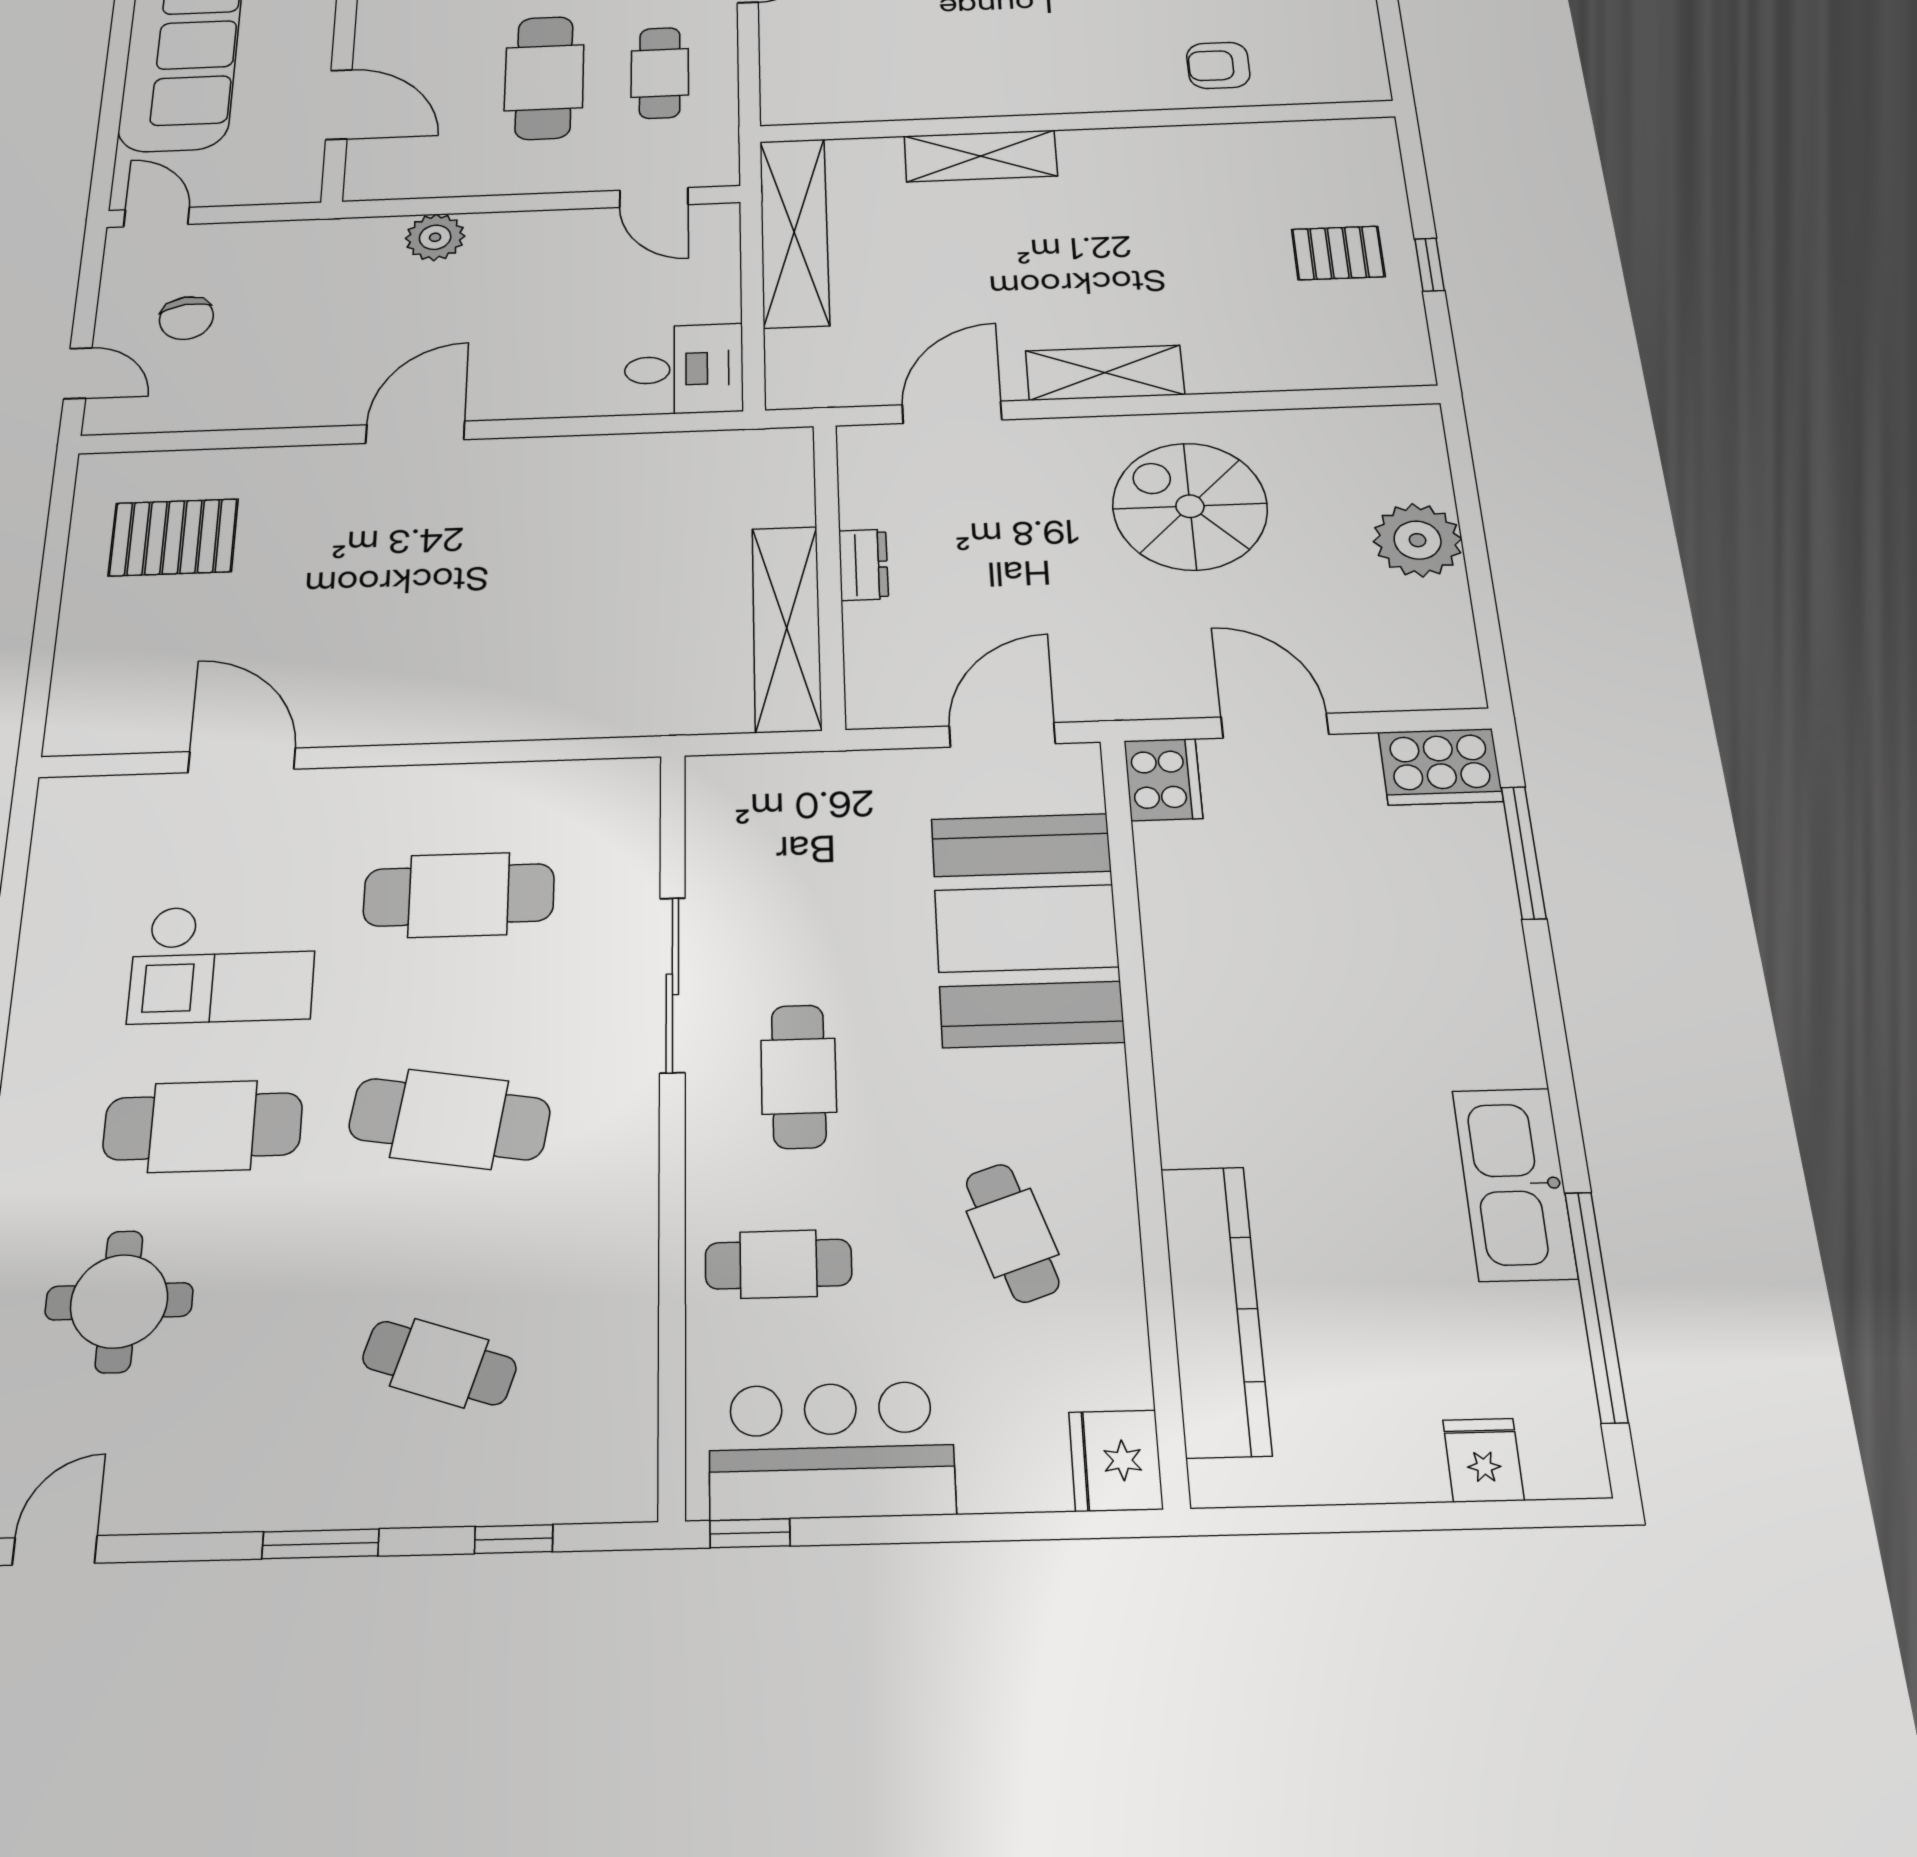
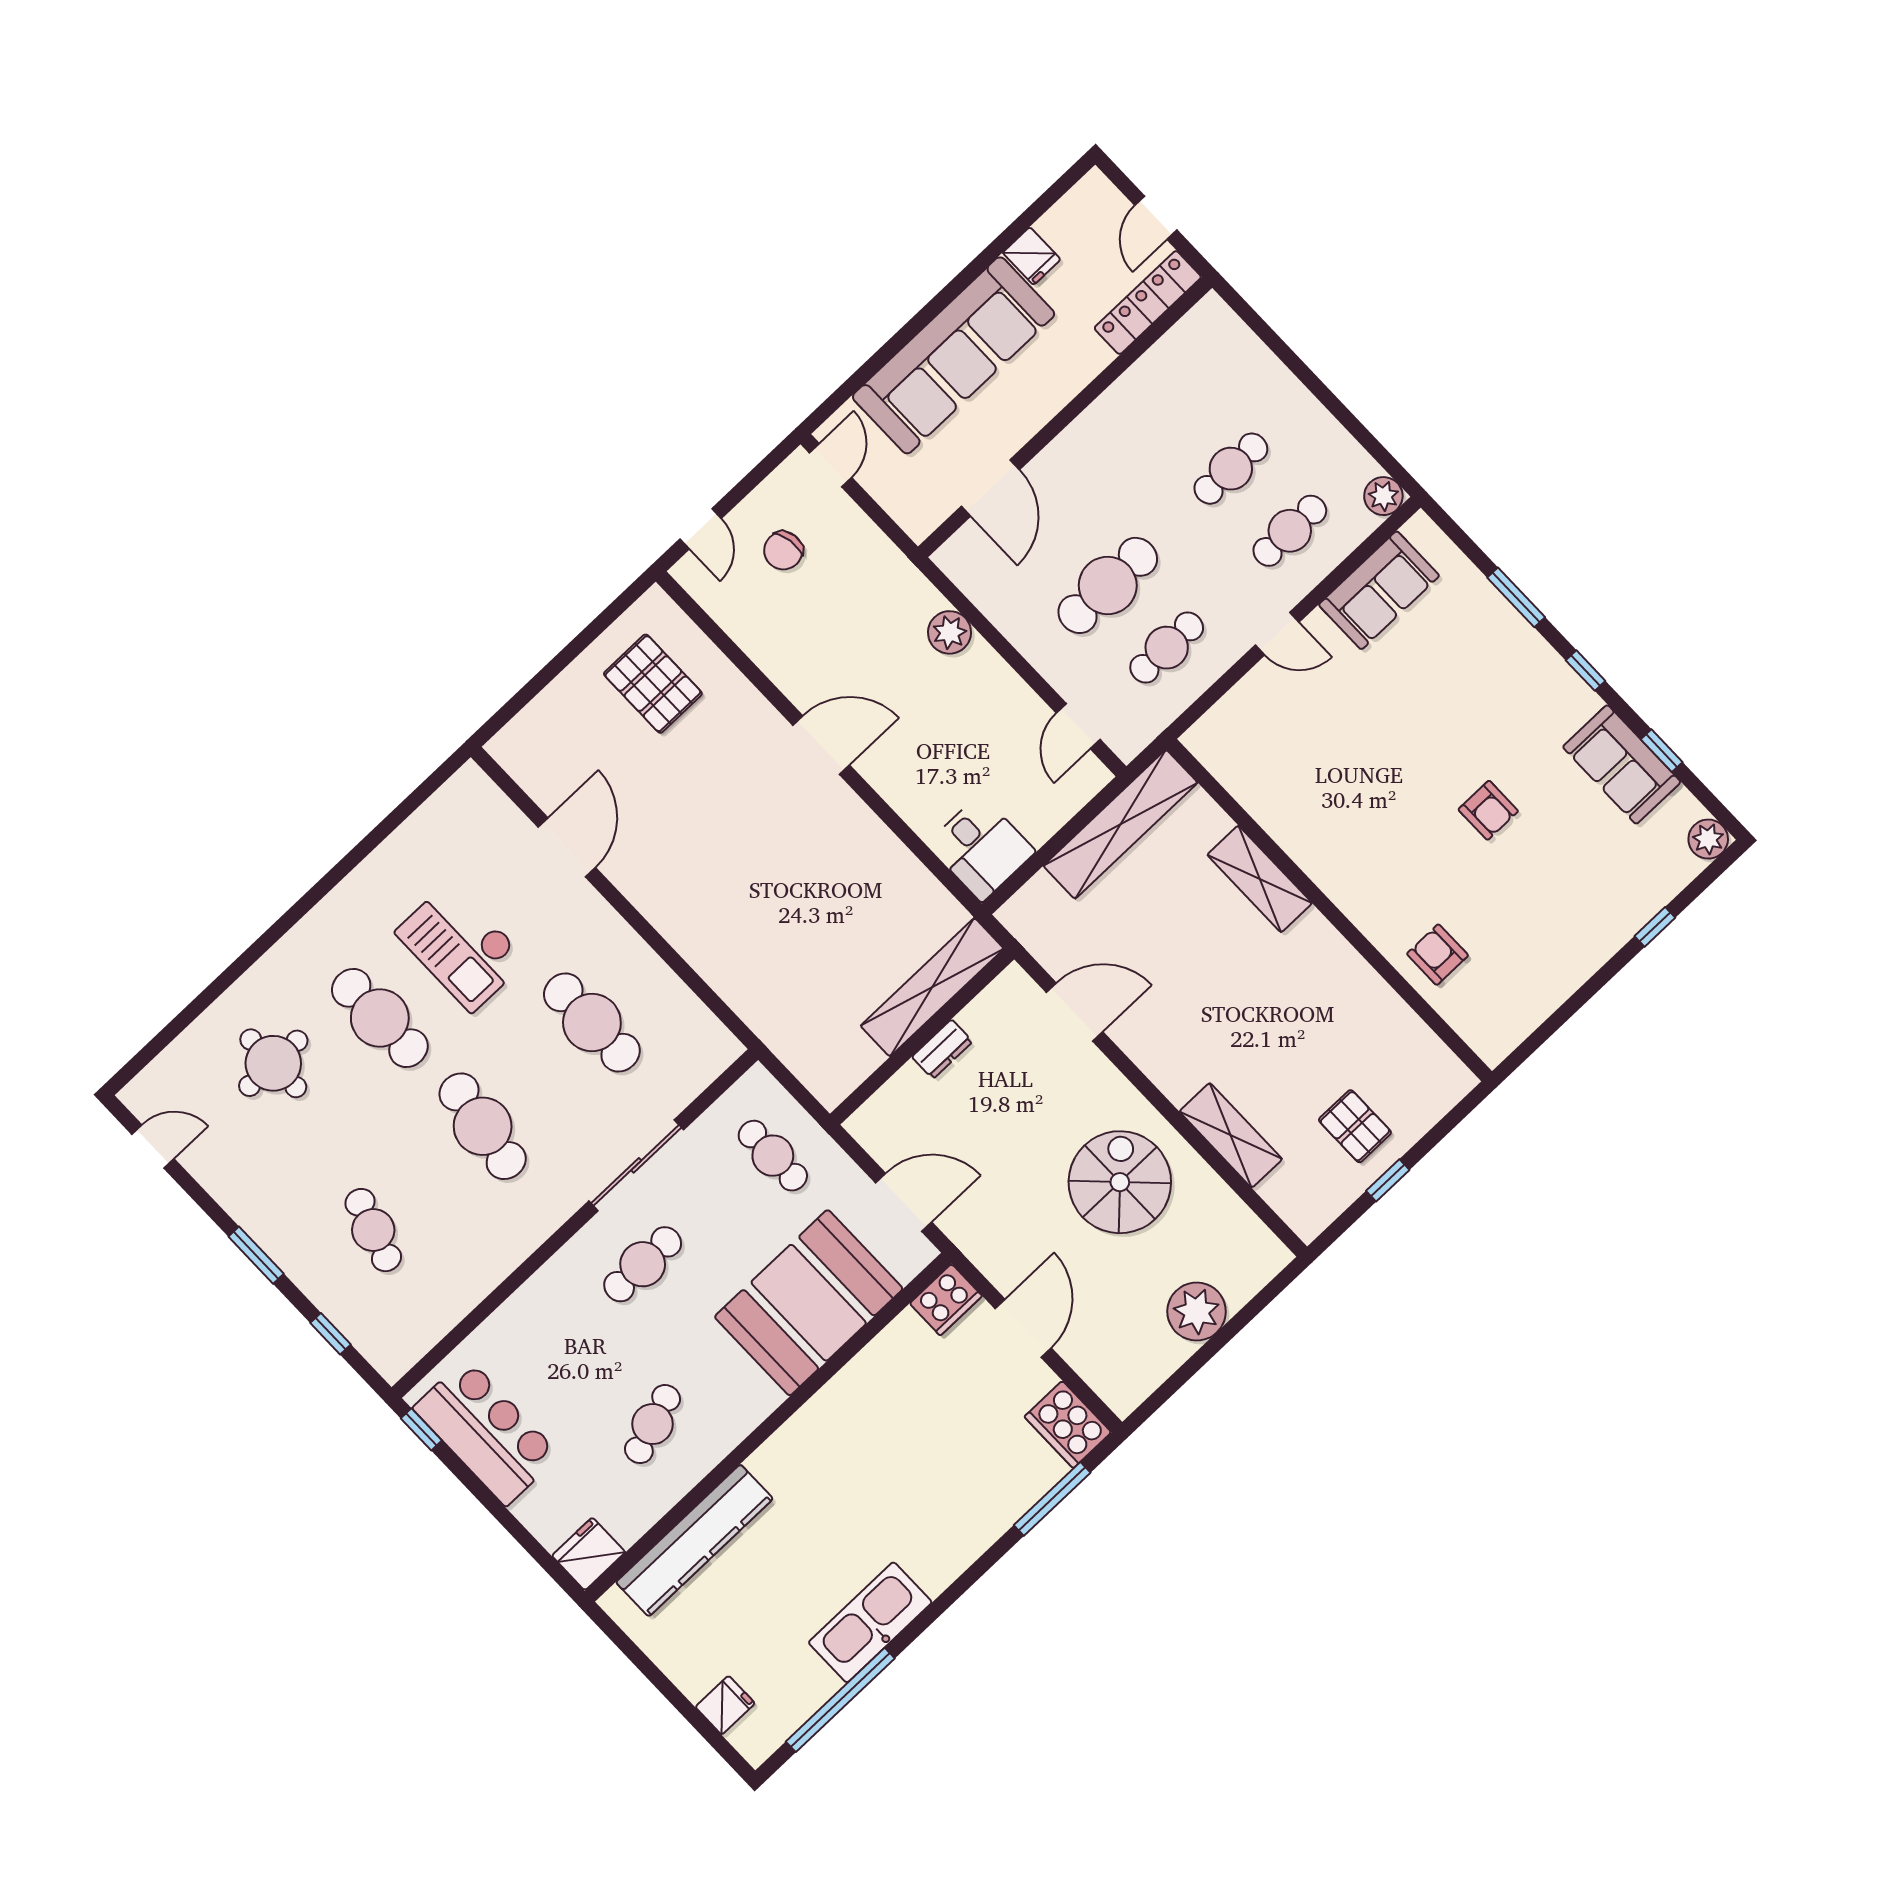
shelving: (1105, 373) -> (1231, 1135), moved
shelving: (787, 628) -> (932, 987), moved
cafe table: (778, 1264) -> (773, 1156), moved

